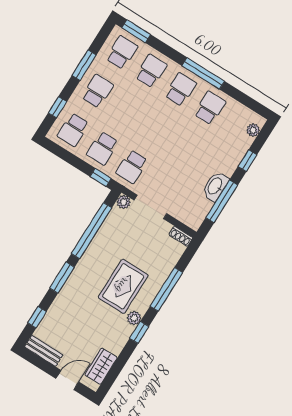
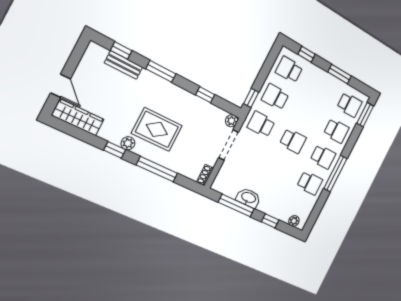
school desk: (97, 91) -> (293, 141), moved
window: (92, 231) -> (205, 95), width x0.32
bench: (44, 351) -> (124, 65), moved, turned 90
wardrobe: (101, 366) -> (78, 117), width x1.50

